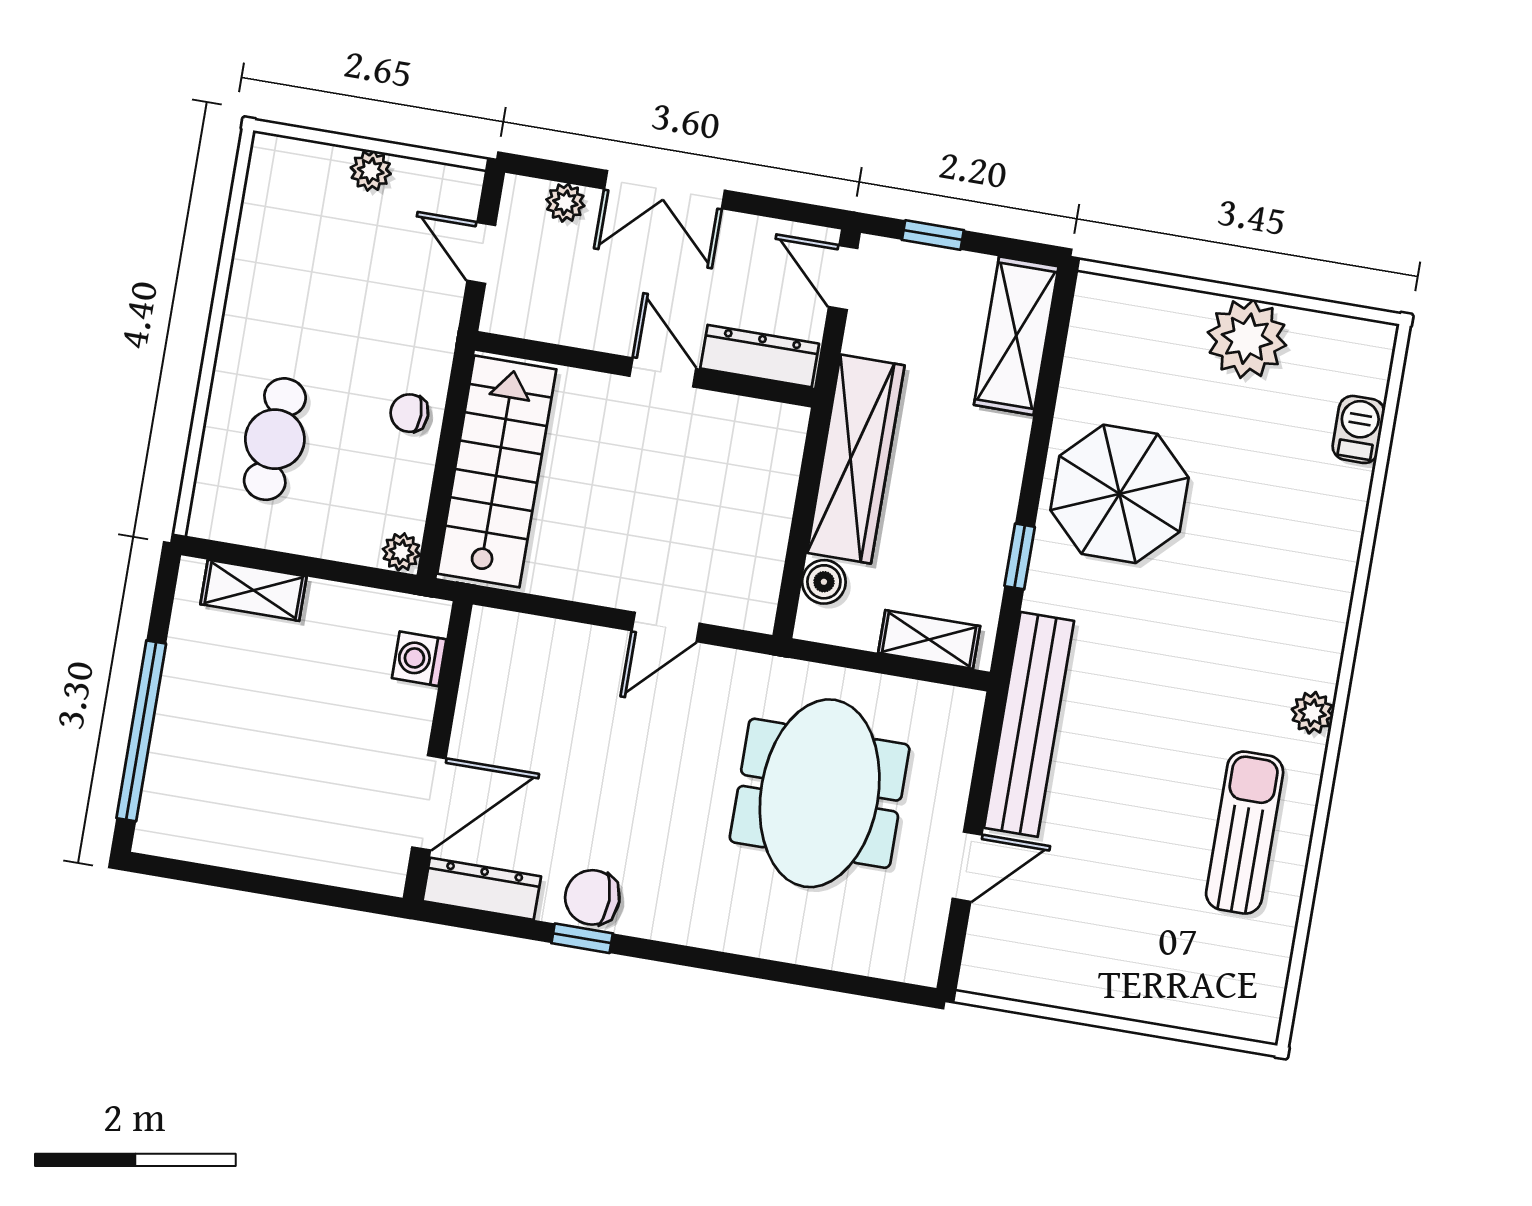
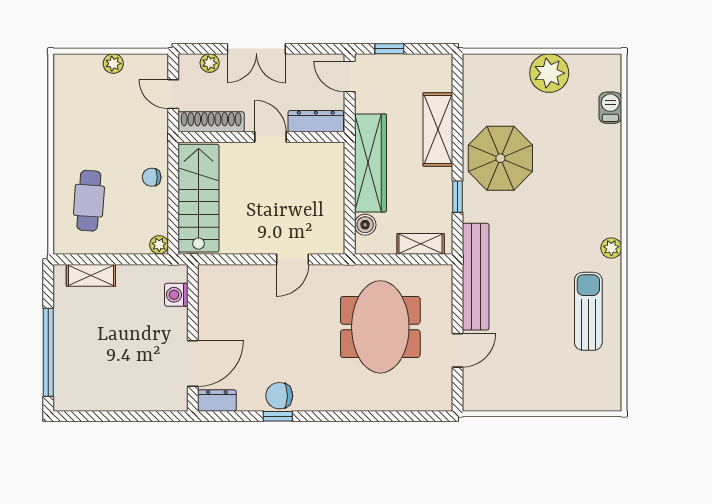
shoe rack: (548, 322) -> (211, 122), added
shelving: (1016, 336) -> (438, 129), moved
dresser: (482, 889) -> (217, 400), width x0.70

